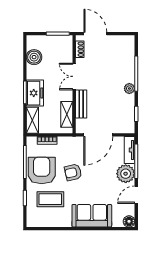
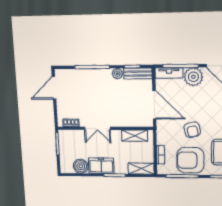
door: (95, 34) -> (54, 88), moved
plant: (129, 88) -> (117, 74), moved
freezer: (35, 93) -> (101, 166), moved
bench: (81, 104) -> (138, 74), moved

